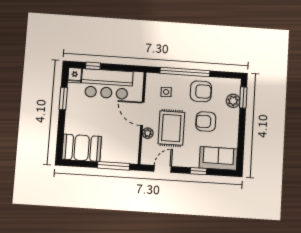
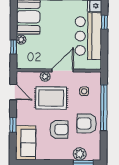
armchair: (201, 91) -> (87, 123), turned 90
armchair: (206, 122) -> (59, 129), turned 90
plant: (106, 157) -> (21, 40), added
window: (113, 166) -> (13, 47), width x0.46

